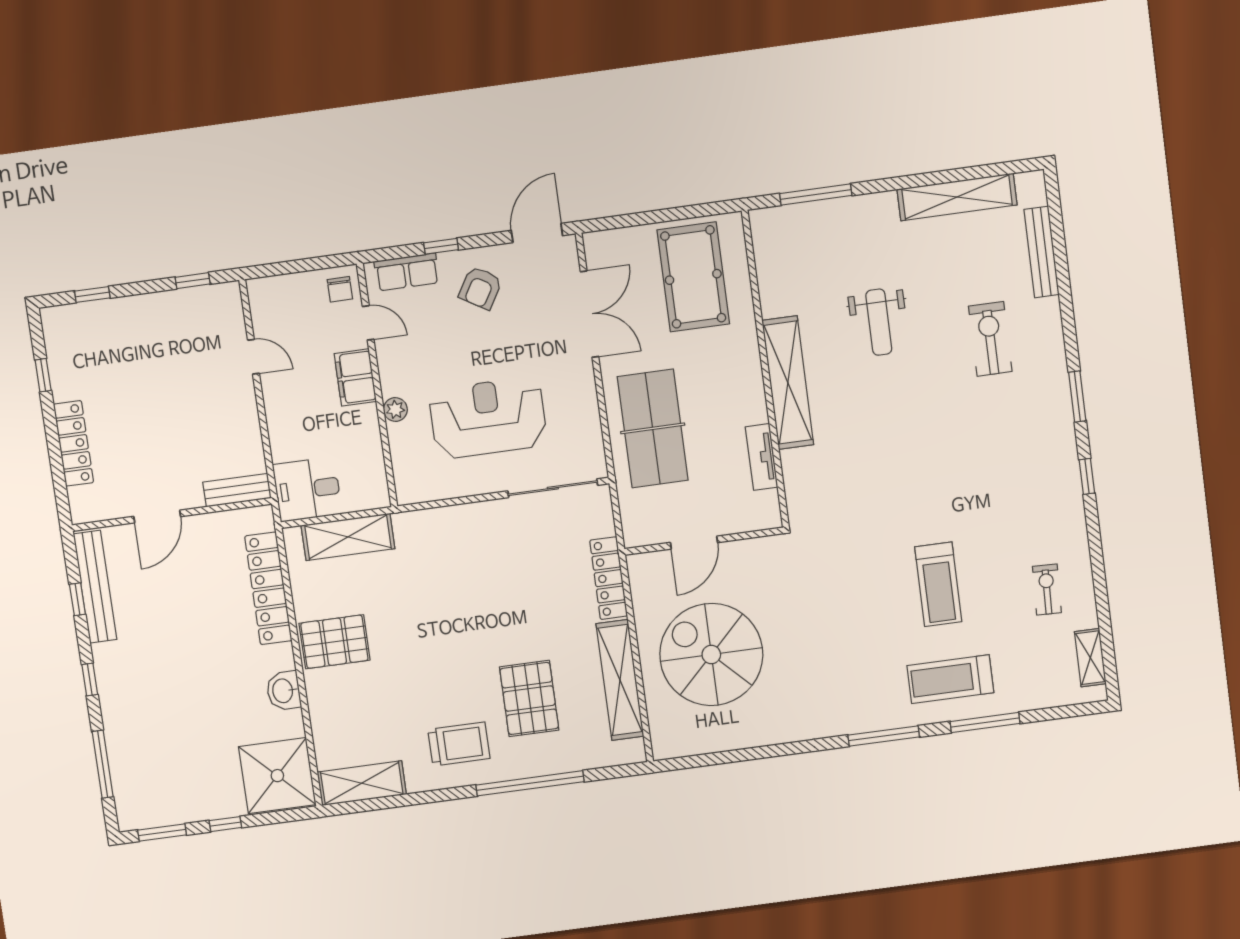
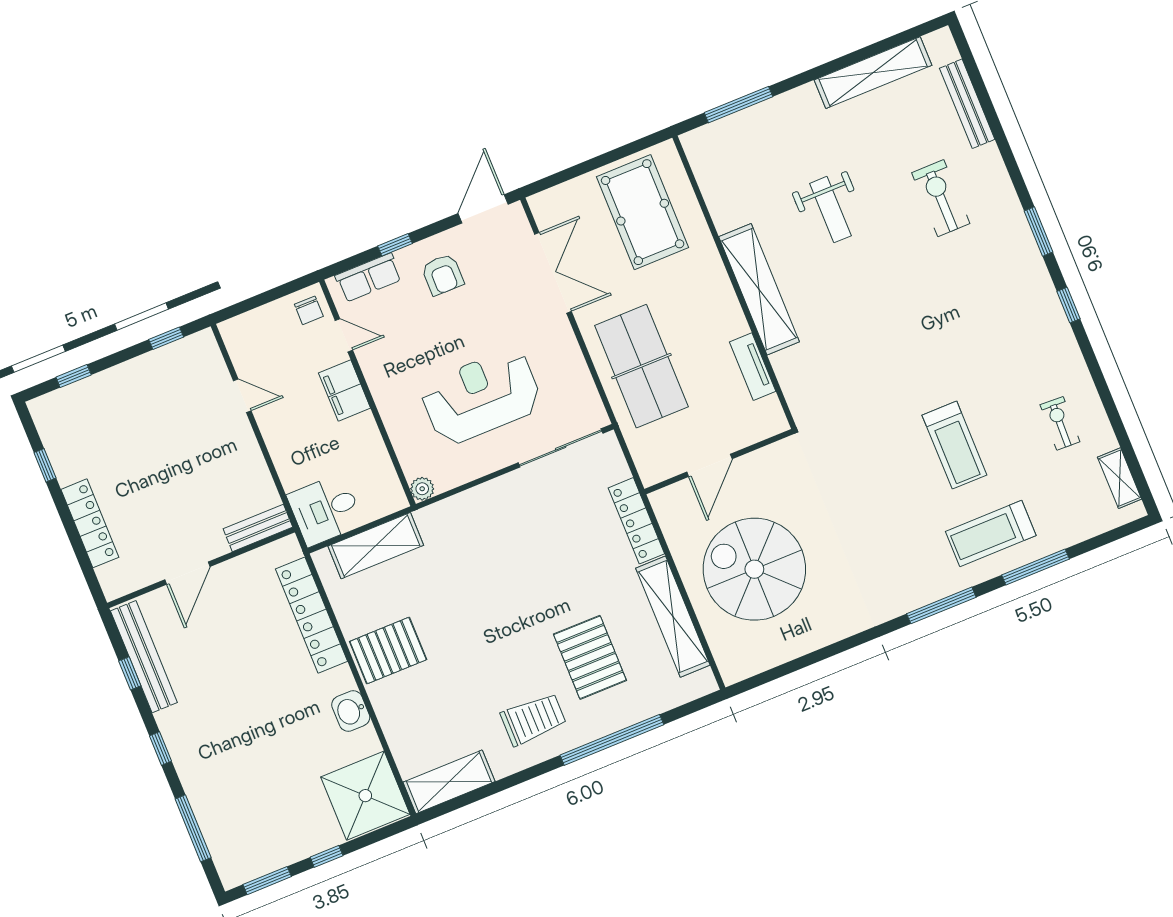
armchair: (480, 288) -> (443, 275), turned -31
plant: (395, 410) -> (422, 489), moved

